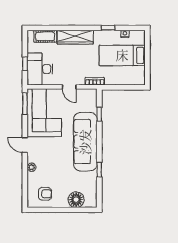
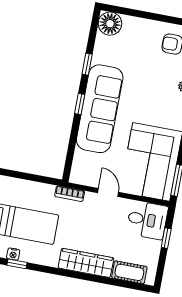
window: (108, 28) -> (17, 264), moved
desk: (40, 69) -> (147, 220), width x0.73
window: (99, 114) -> (80, 104), moved
floor lamp: (76, 200) -> (110, 24), moved

